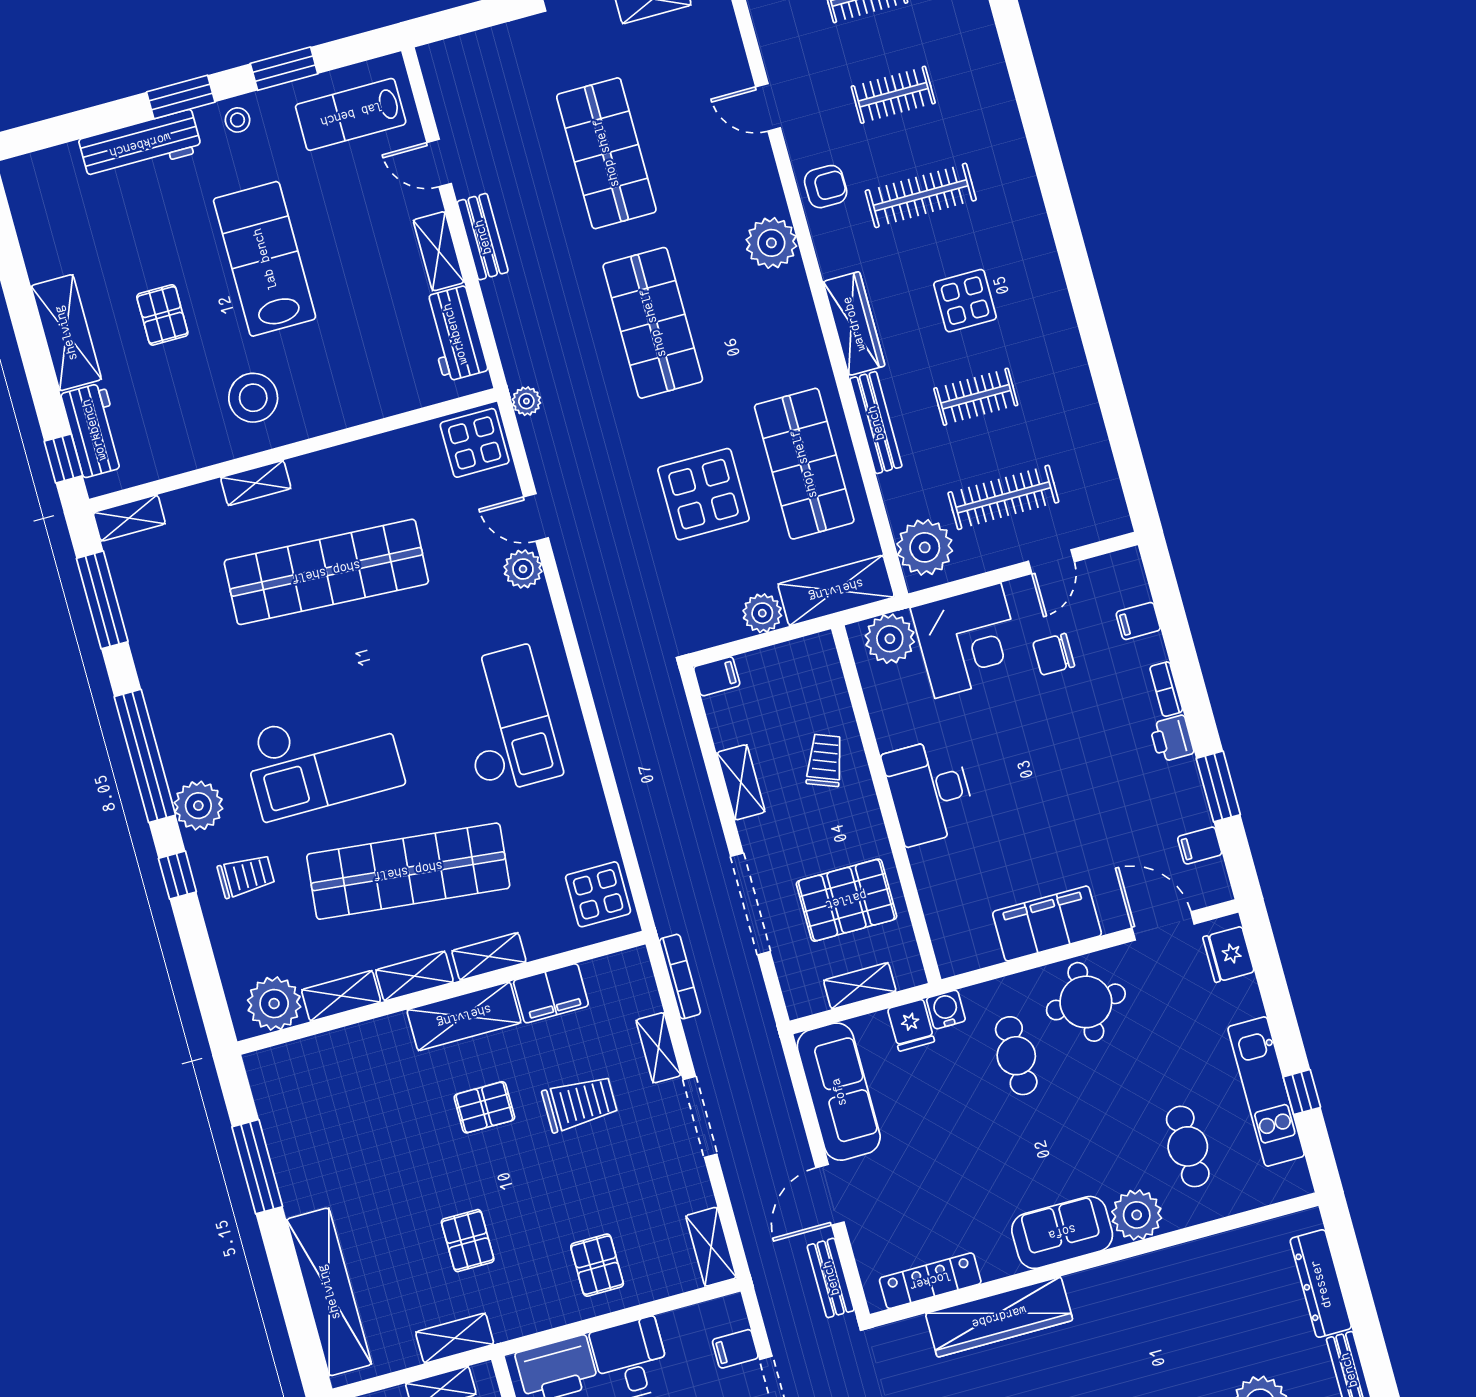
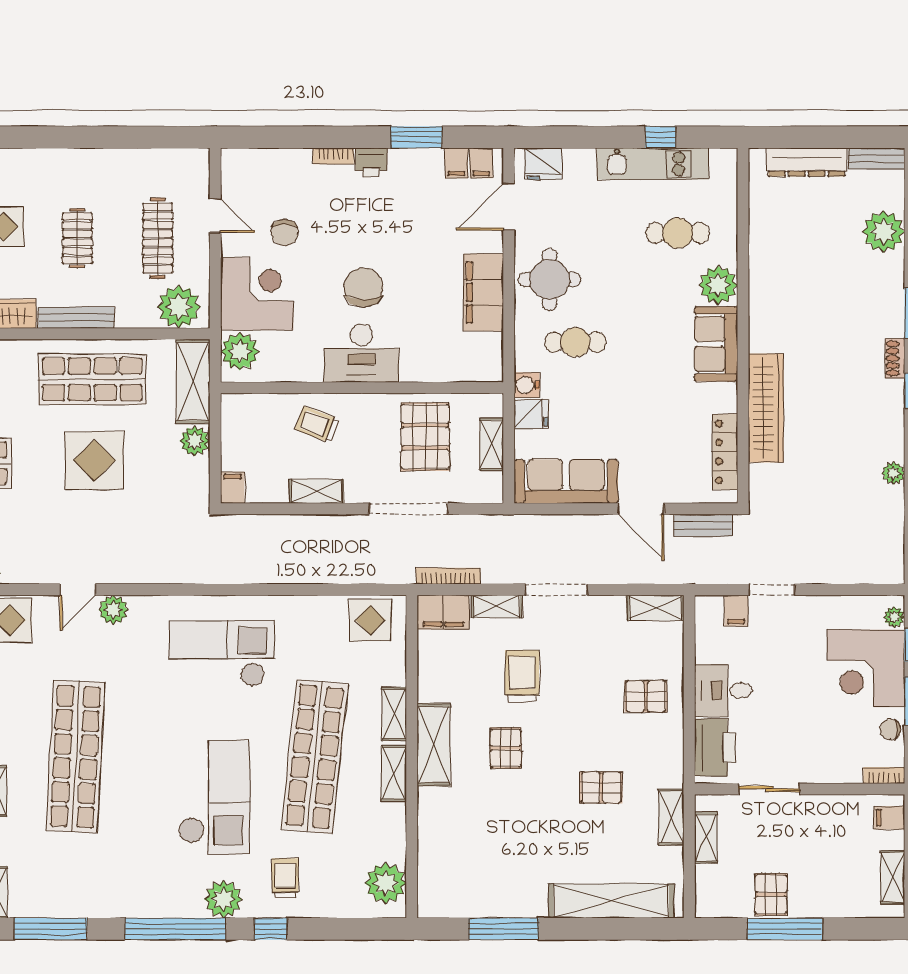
filing cabinet: (1138, 621) -> (481, 163), moved
chair: (1012, 772) -> (364, 287), added
filing cabinet: (551, 993) -> (443, 612), moved, turned 90
shelving: (341, 996) -> (394, 832), removed

